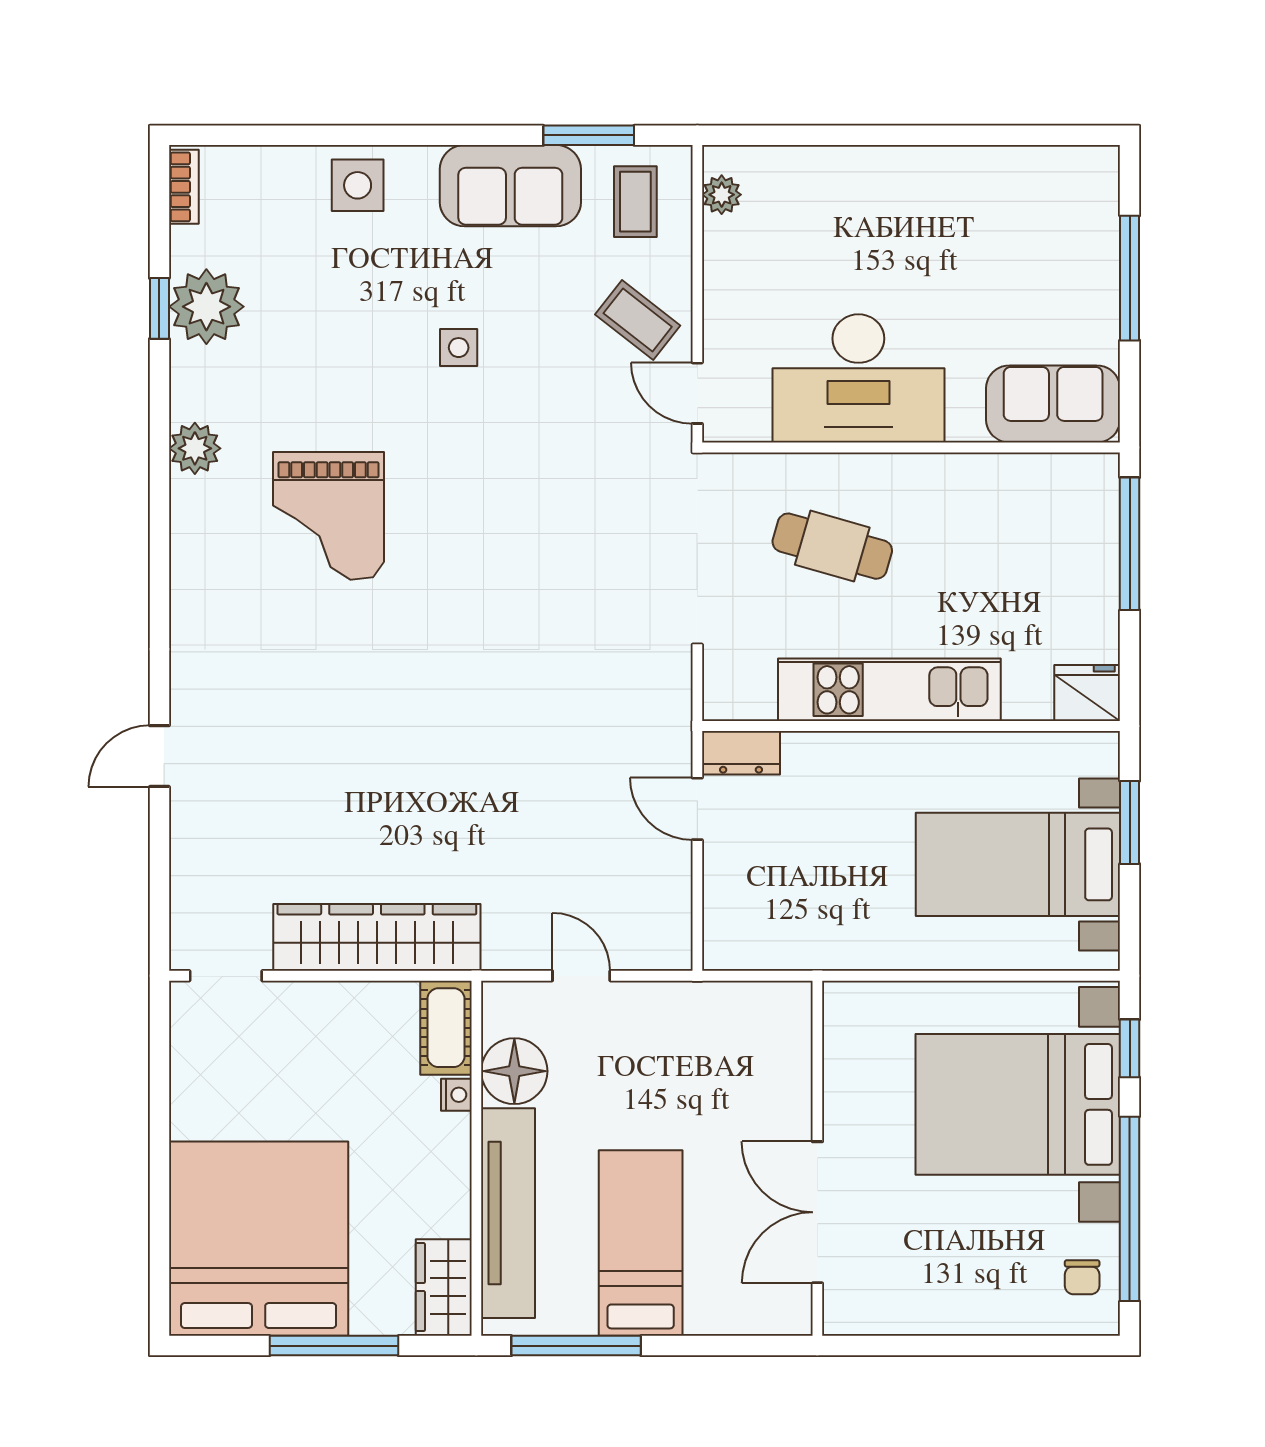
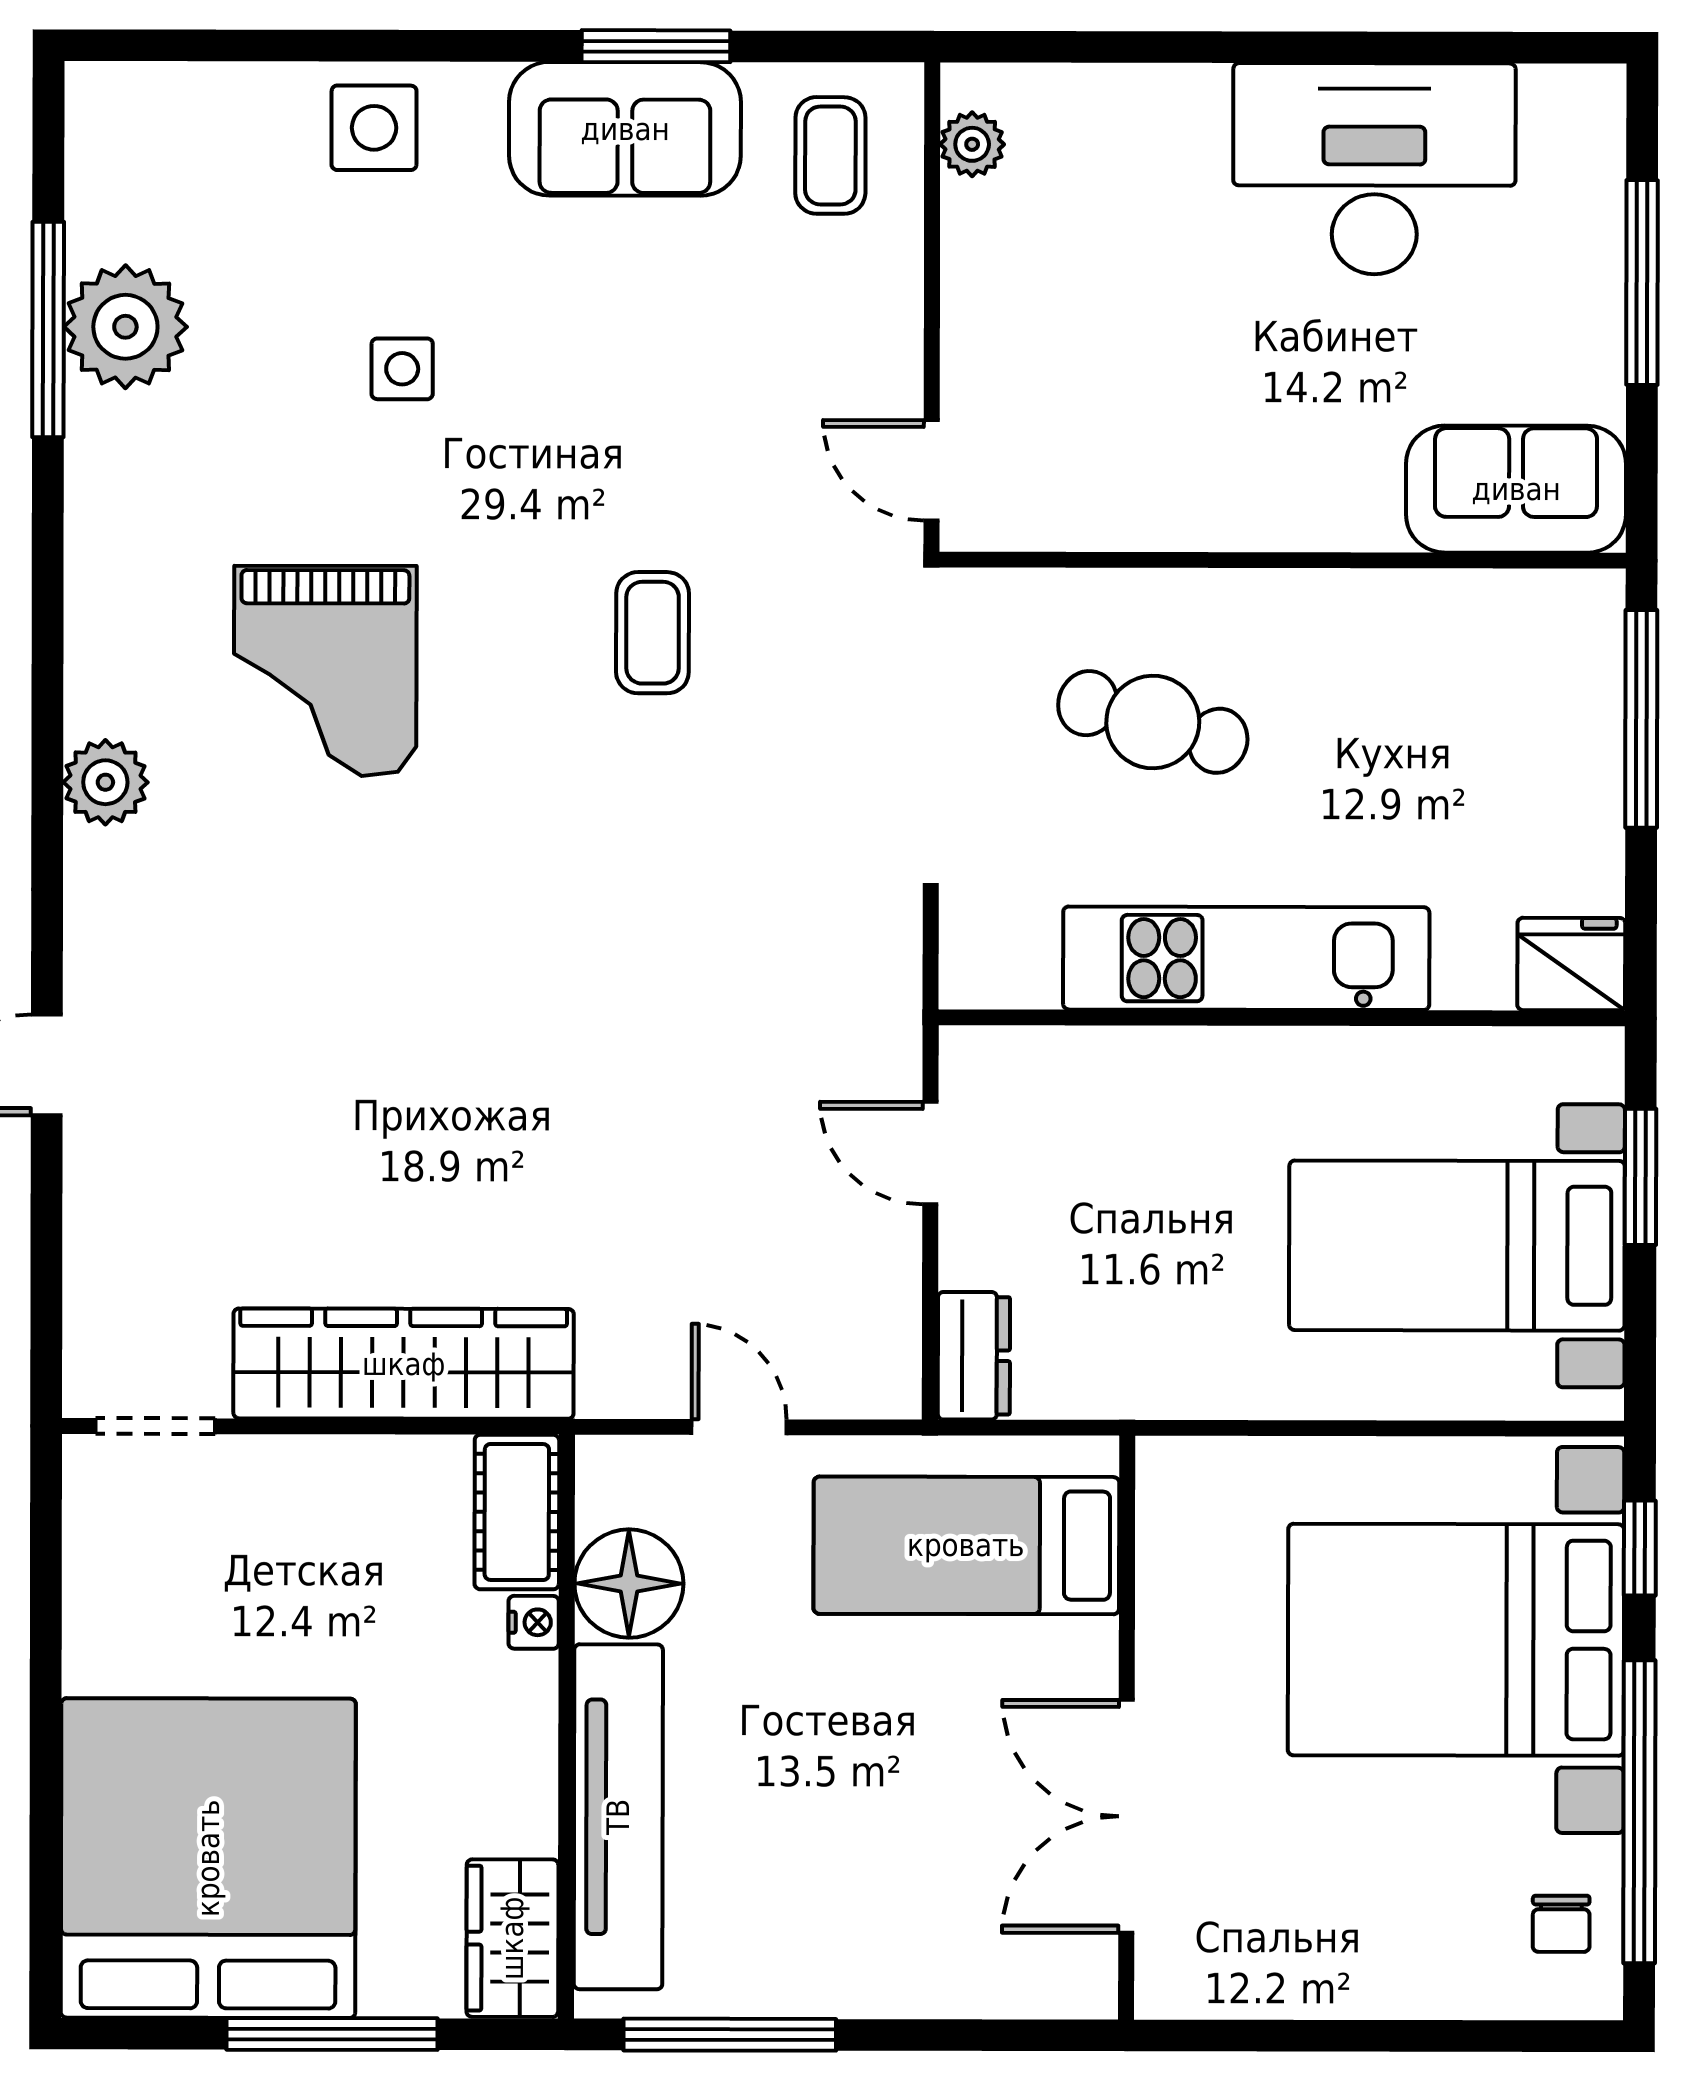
window: (589, 135) -> (656, 46), moved
bookcase: (184, 187) -> (89, 130), removed
window: (159, 308) -> (48, 329), width x2.17
coffee table: (638, 320) -> (653, 633), moved, turned 52
side table: (459, 348) -> (402, 369), moved
desk: (858, 378) -> (1374, 169), moved, turned 180
plant: (195, 448) -> (105, 782), moved
dresser: (741, 753) -> (974, 1356), moved, turned -90
bed: (641, 1243) -> (966, 1545), moved, turned -90

